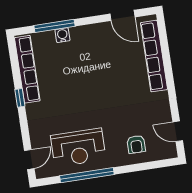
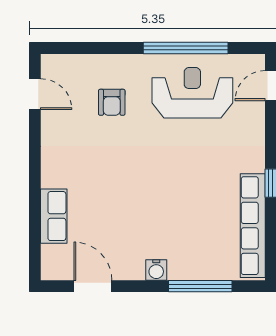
water cooler: (62, 35) -> (156, 270), moved
row of seats: (154, 56) -> (54, 216), width x0.50
armchair: (136, 144) -> (112, 102), moved, turned 180

